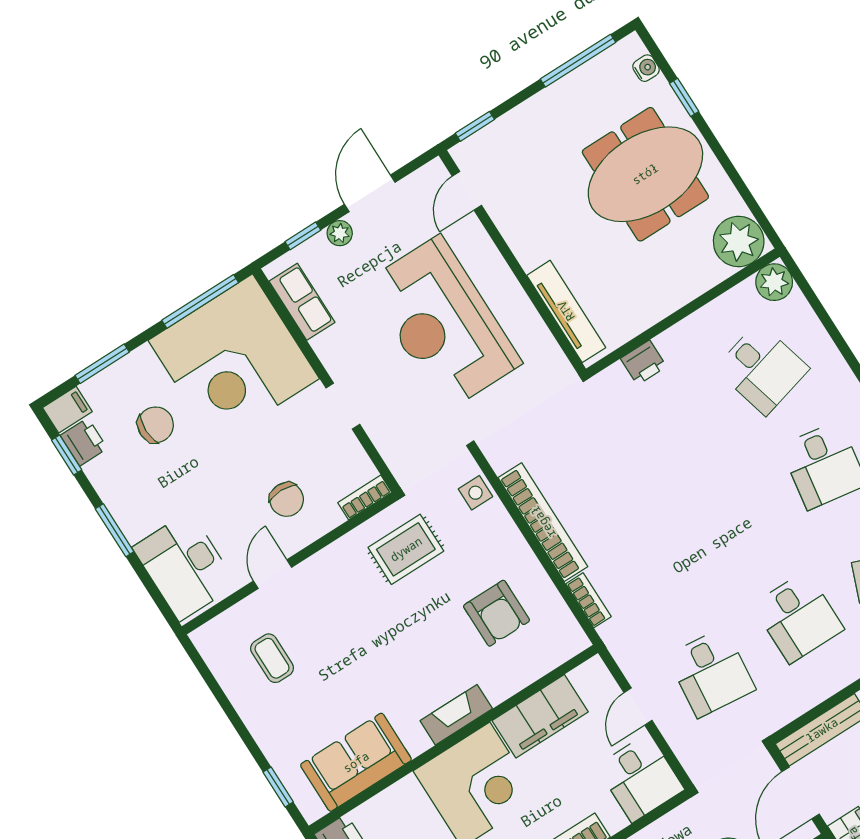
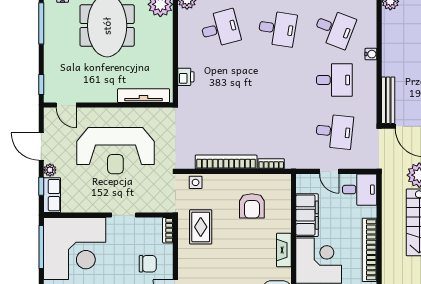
row of seats: (302, 302) -> (52, 195), moved, turned 90
armchair: (497, 613) -> (252, 206), turned 90

